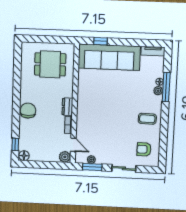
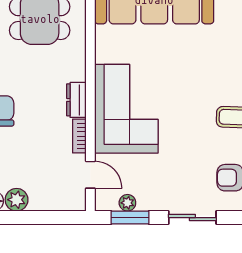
corner sofa: (93, 112) -> (126, 109), added
plant: (65, 157) -> (17, 200), moved

